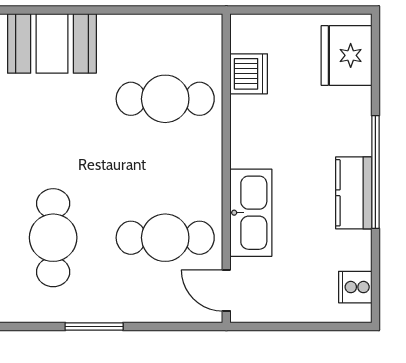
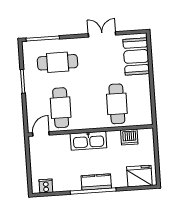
kitchen counter: (354, 193) -> (96, 182), moved
kitchen sink: (251, 213) -> (88, 141), moved

